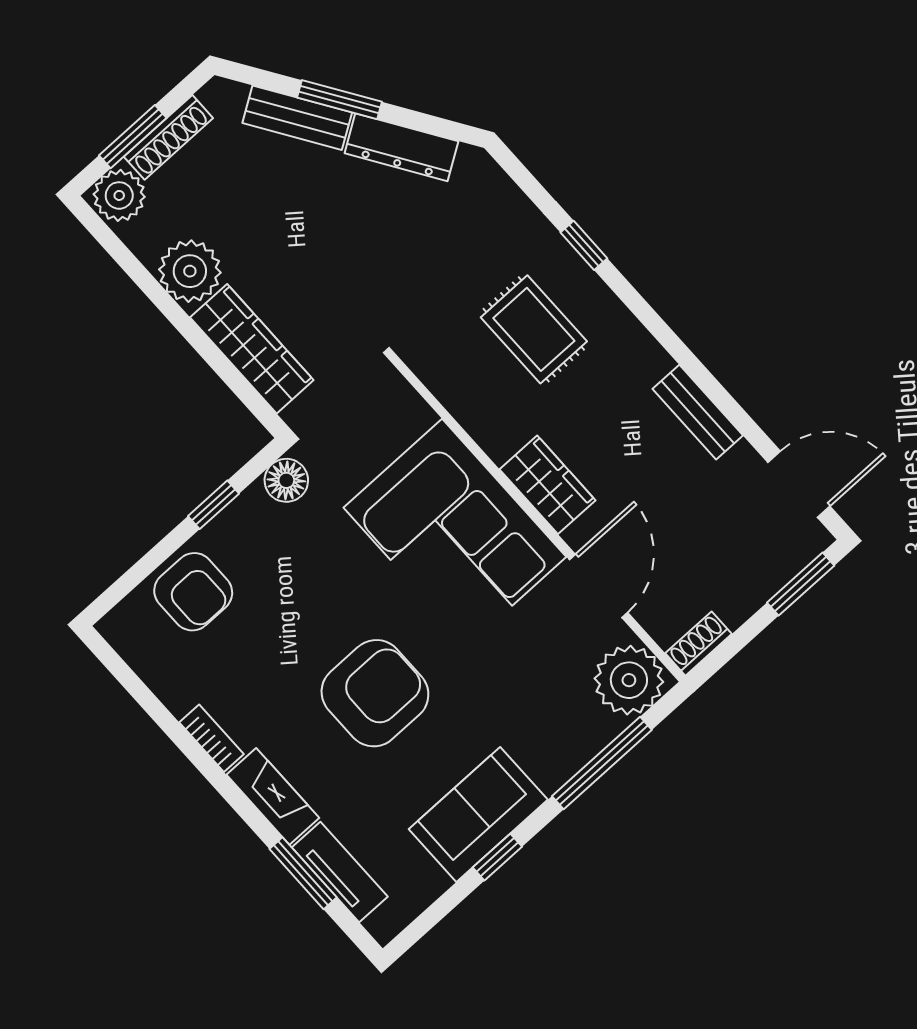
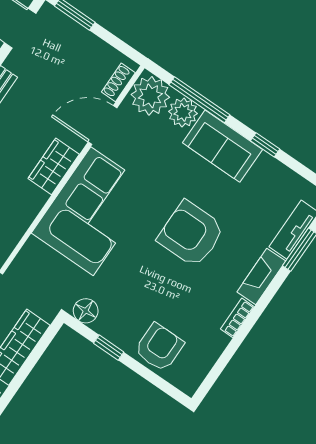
shoe rack: (698, 644) -> (118, 82), moved, turned 90
plant: (587, 729) -> (183, 112), added
sofa: (478, 814) -> (222, 146), moved

